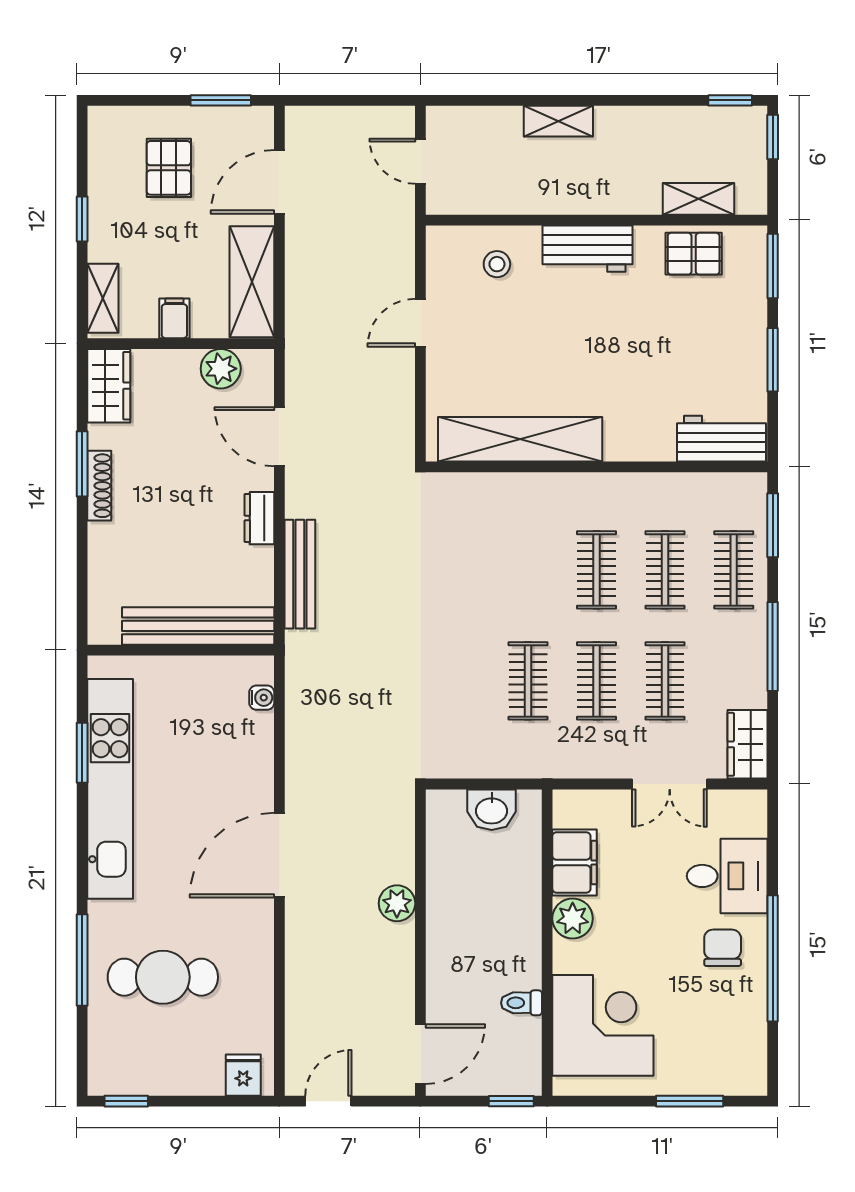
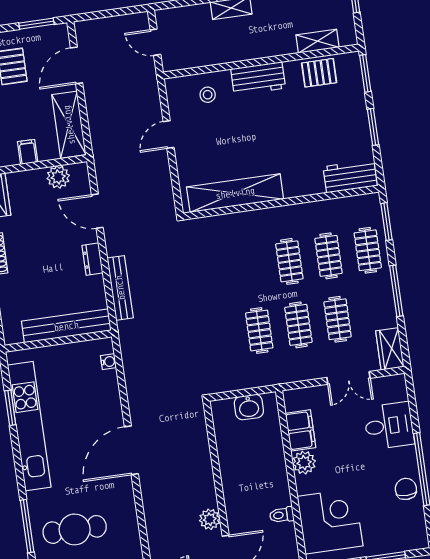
plant: (397, 903) -> (210, 519), moved
chair: (723, 948) -> (406, 489), moved

